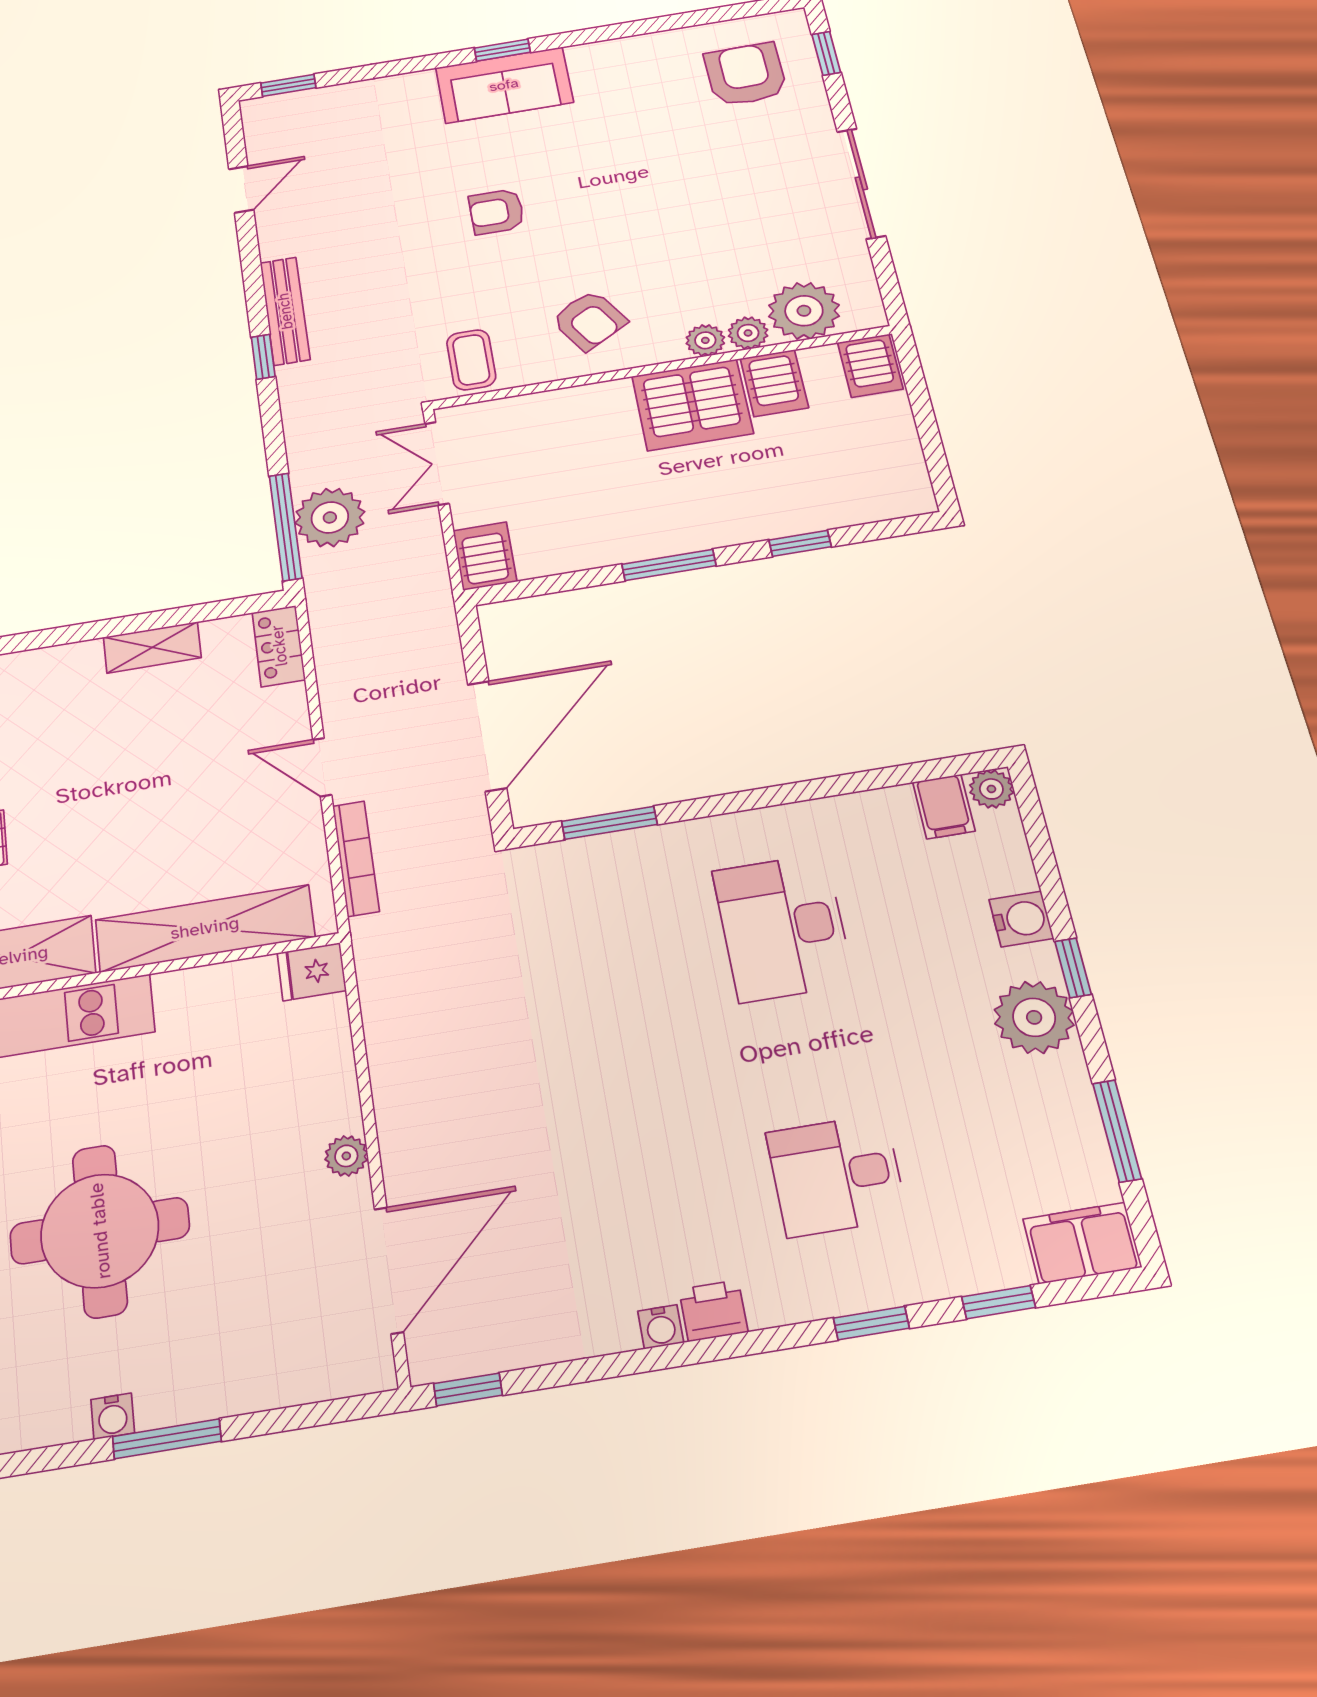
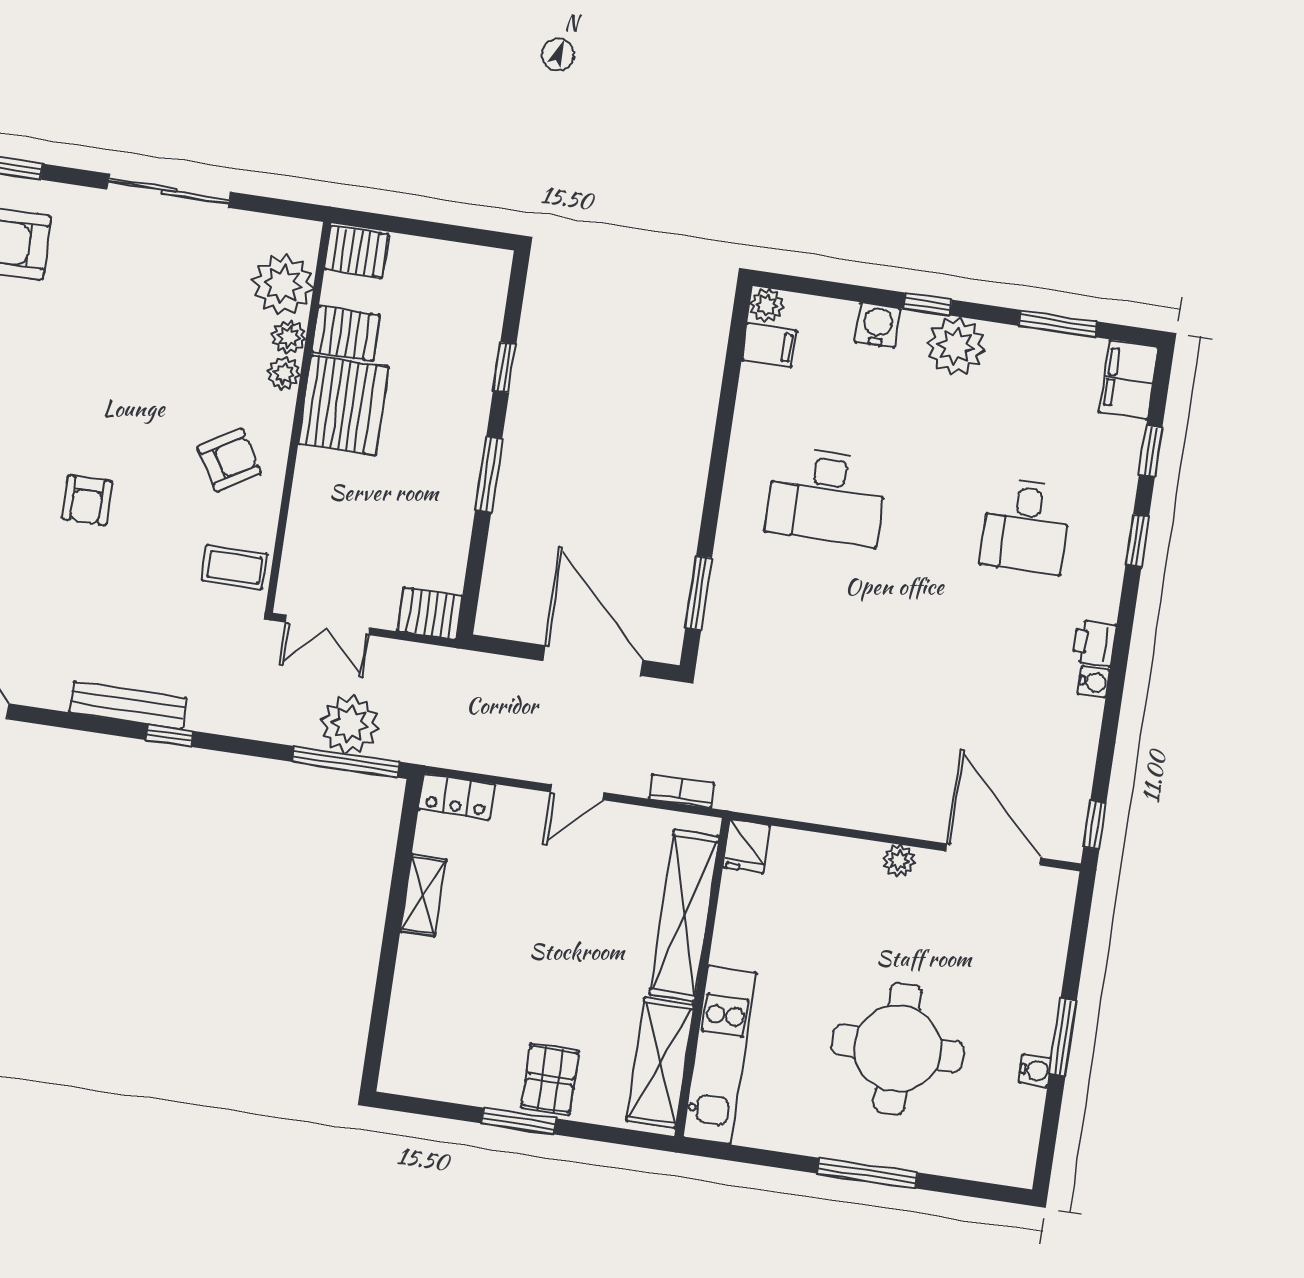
bookcase: (356, 858) -> (681, 791), width x0.64

